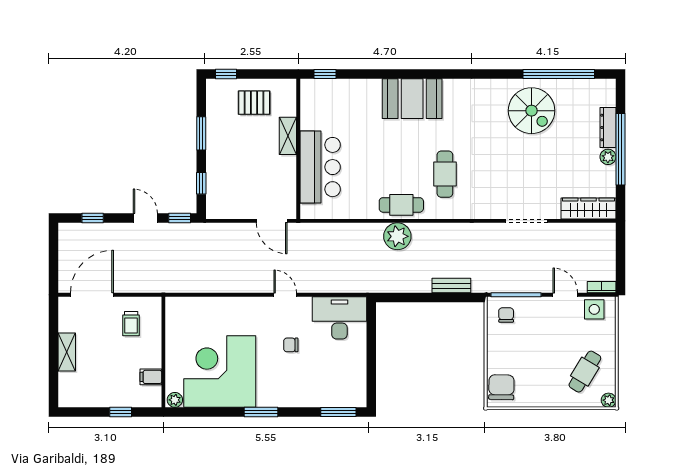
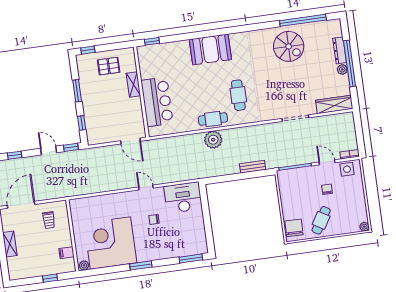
chair: (506, 315) -> (327, 189), moved
cafe table: (585, 372) -> (321, 220), moved

